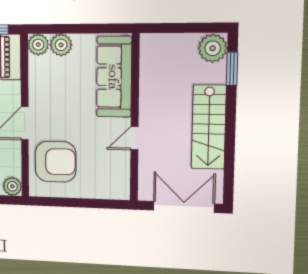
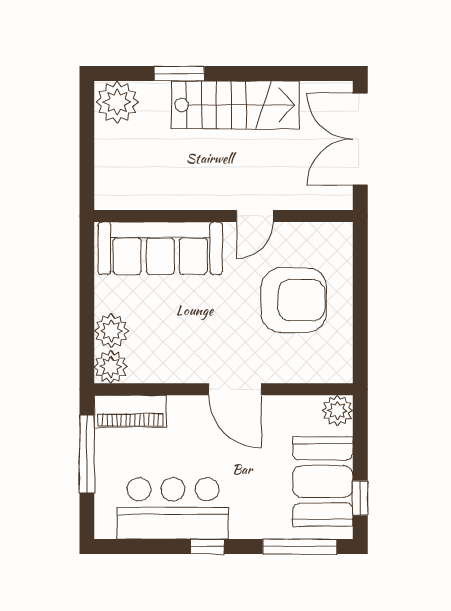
window: (232, 69) -> (179, 73), moved
door: (135, 138) -> (255, 216), hinge flipped
armchair: (56, 162) -> (294, 300), moved, turned 90

